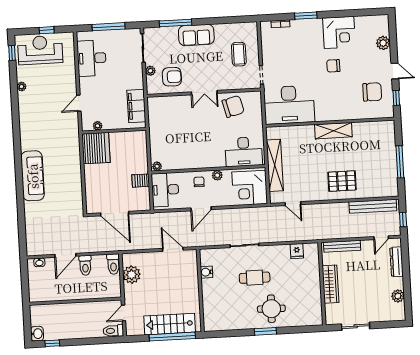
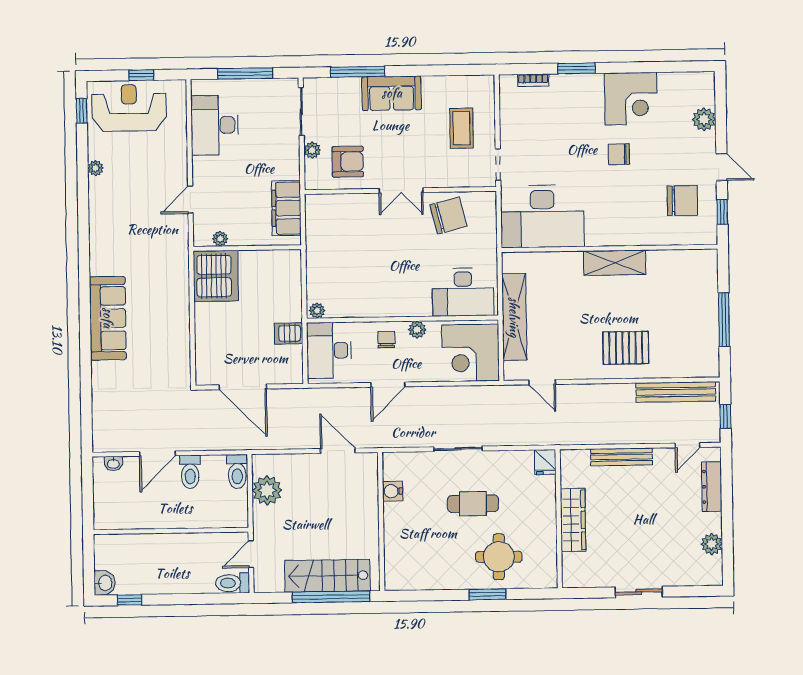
wall: (322, 284) -> (559, 519), moved
wardrobe: (330, 284) -> (573, 520), moved

